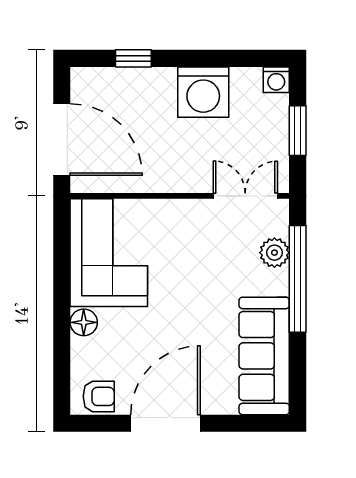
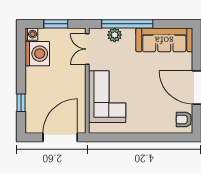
washing machine: (203, 92) -> (37, 54), moved
corner sofa: (109, 253) -> (107, 97), moved, turned 90
floor lamp: (84, 322) -> (148, 127), removed
armchair: (99, 396) -> (184, 120), turned -90

